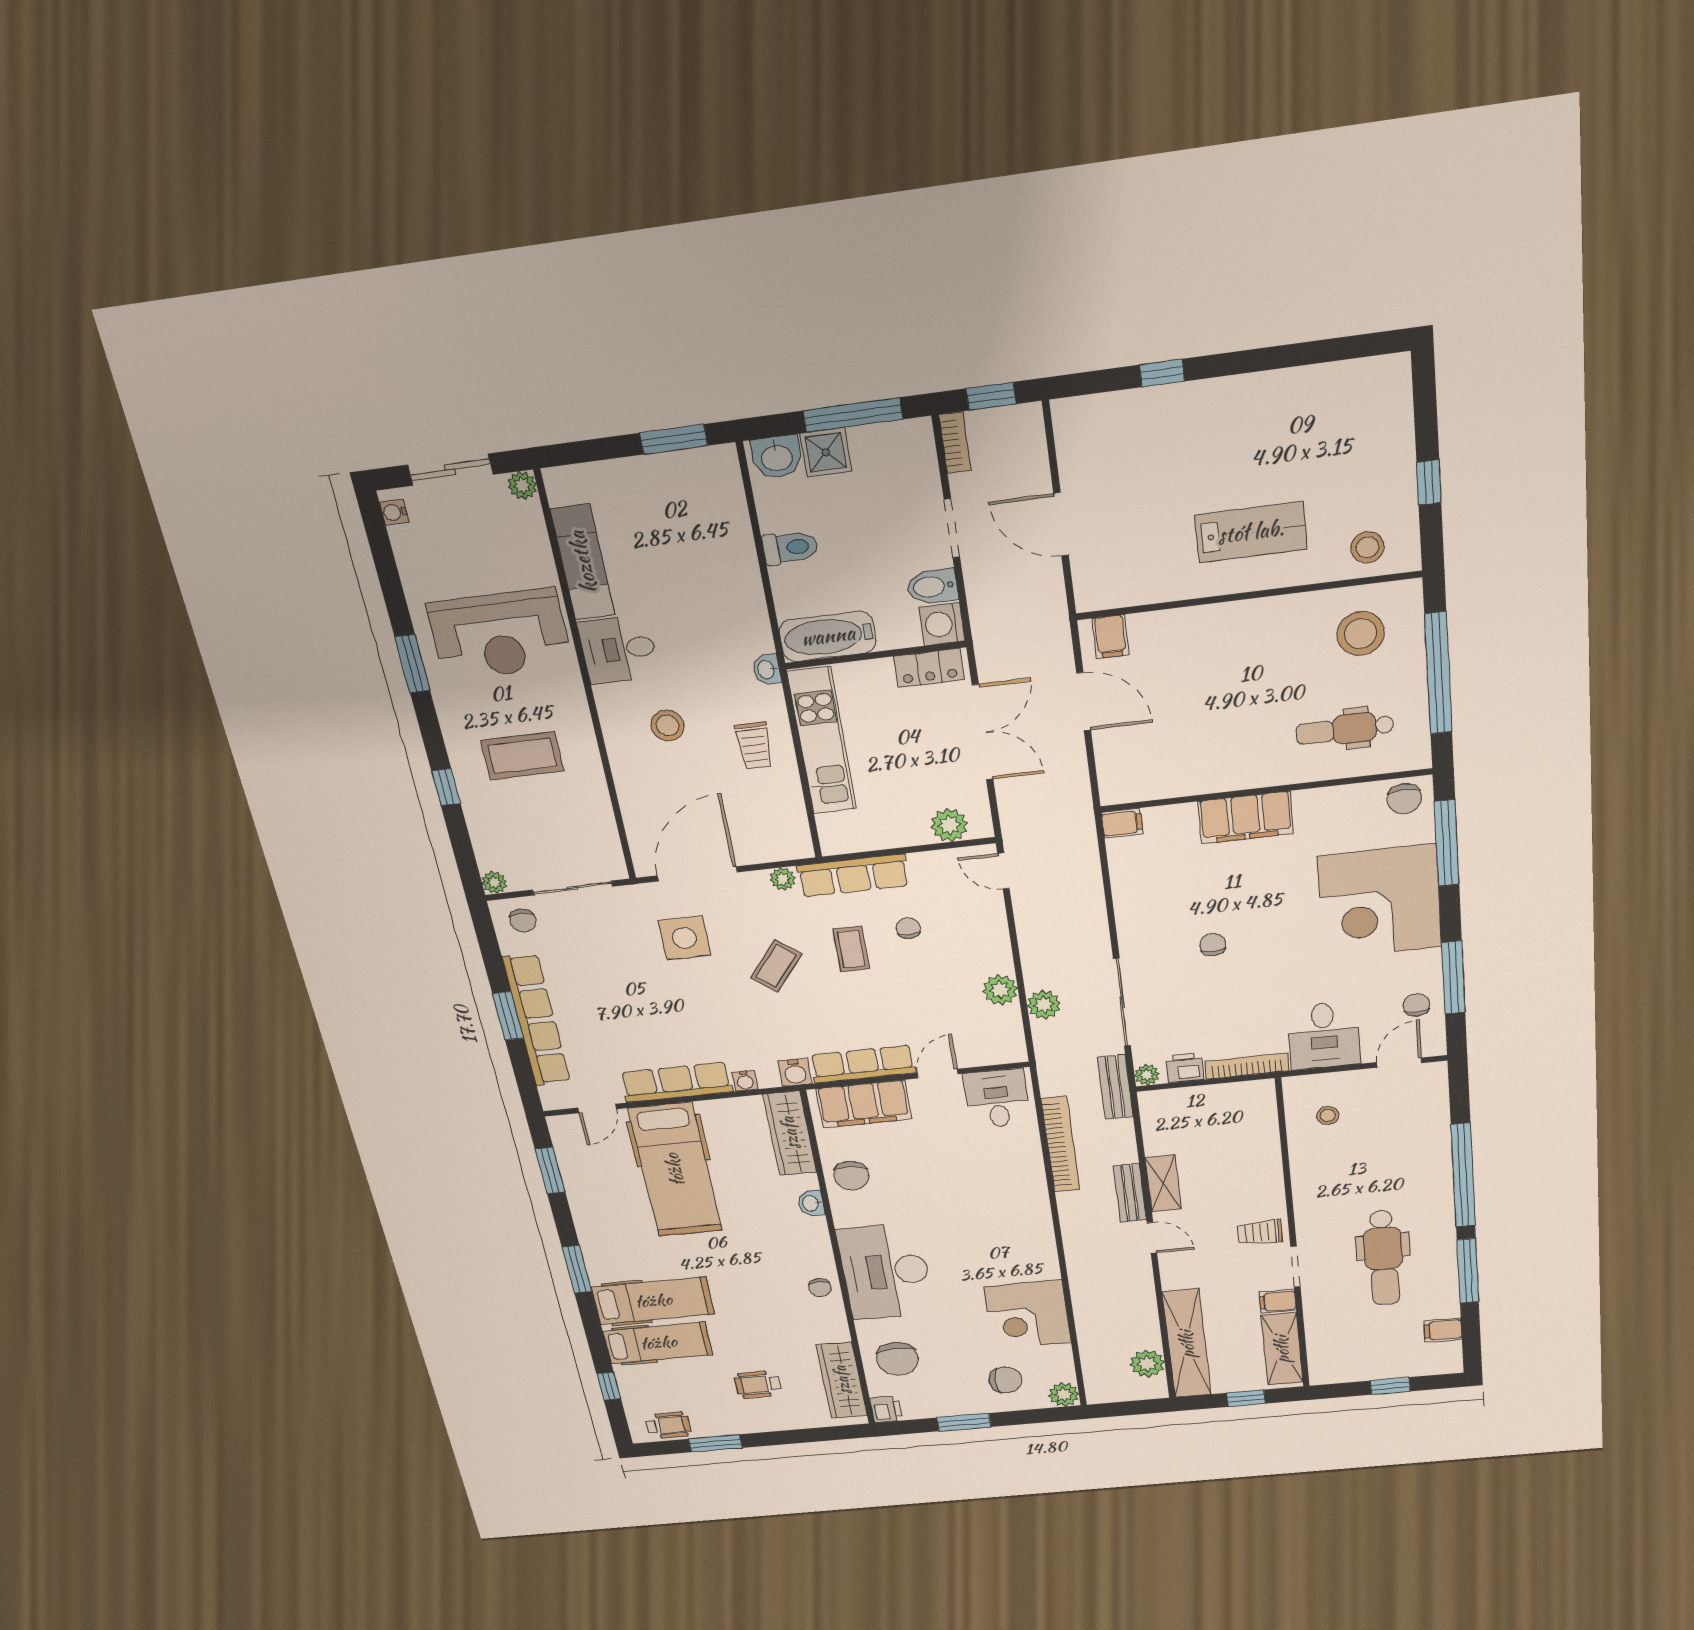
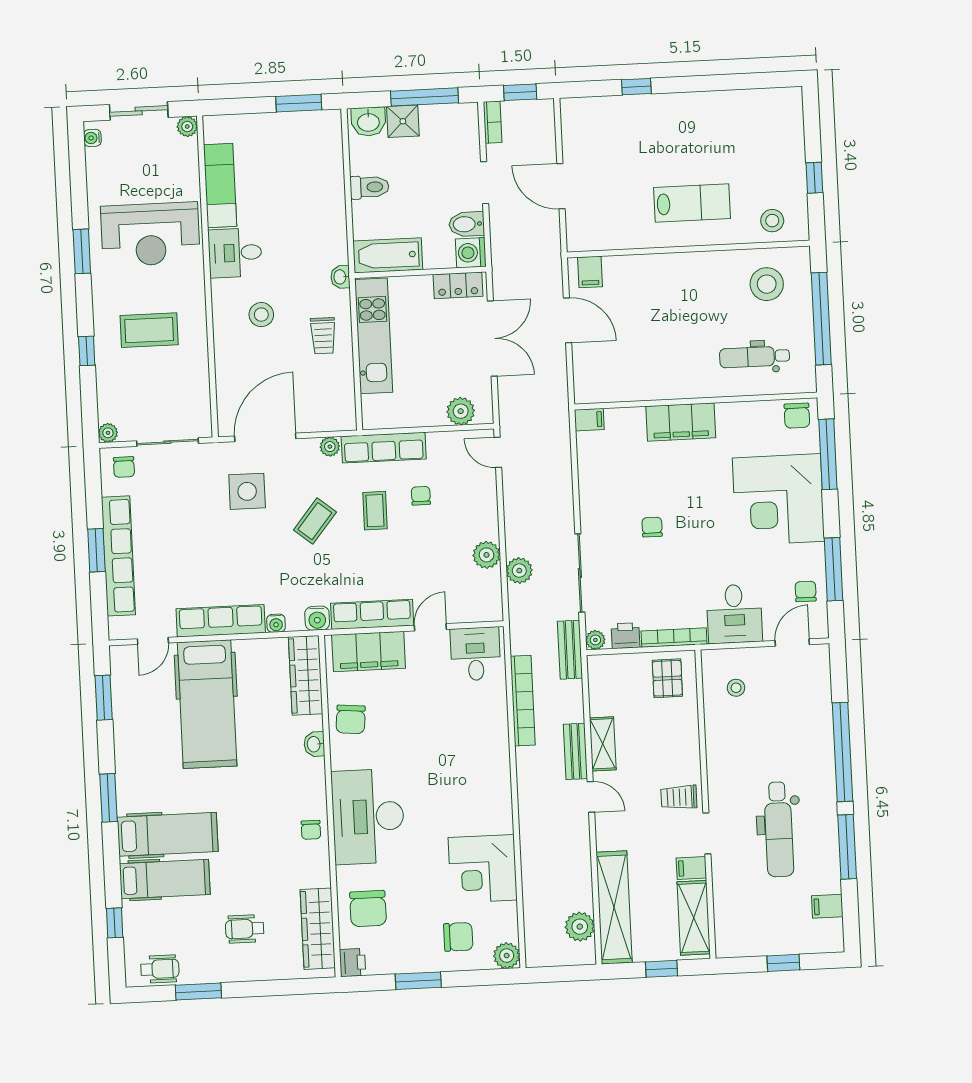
pallet: (1240, 1110) -> (667, 678), added

